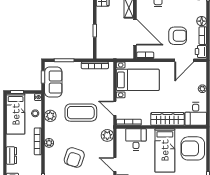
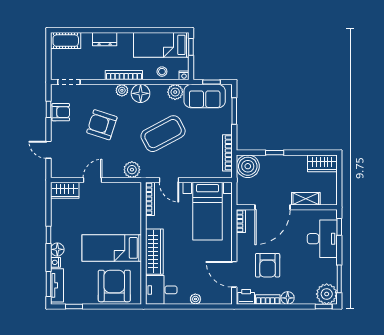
boiler: (105, 50) -> (248, 166), added
door: (115, 108) -> (169, 180), swing flipped
coffee table: (81, 113) -> (163, 134), turned 62
plant: (50, 116) -> (175, 92), moved
floor lamp: (51, 129) -> (141, 93), added
desk: (136, 139) -> (126, 209), removed

